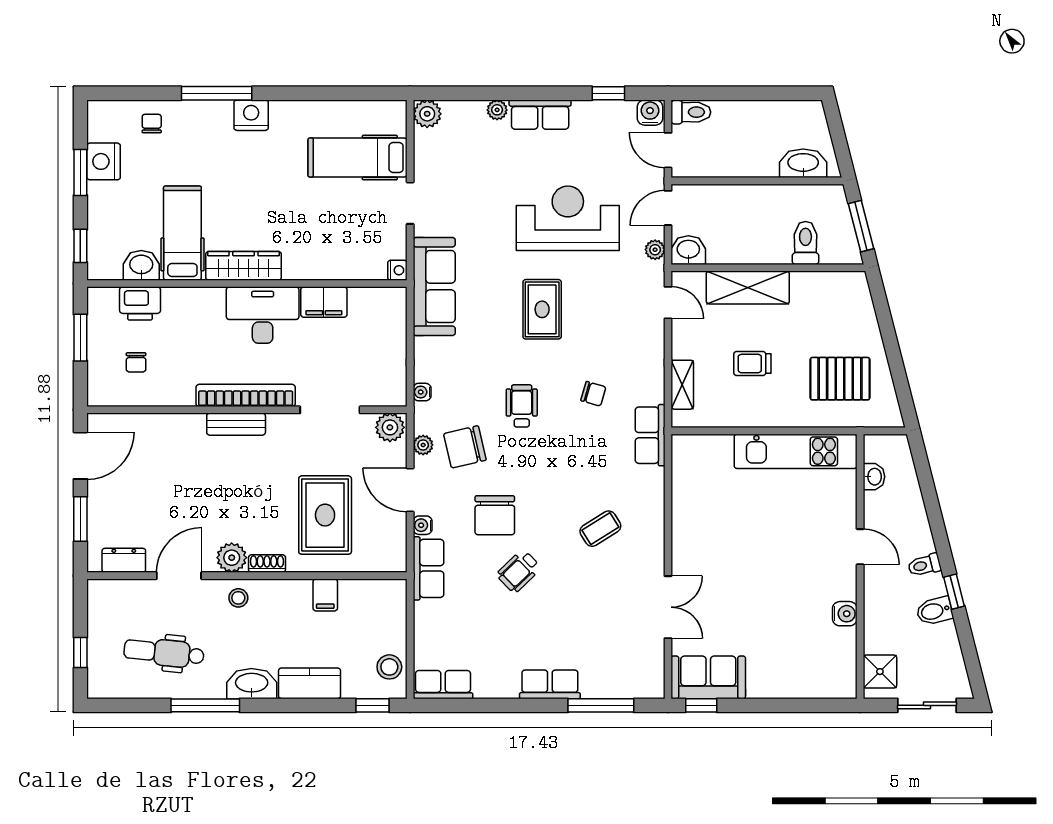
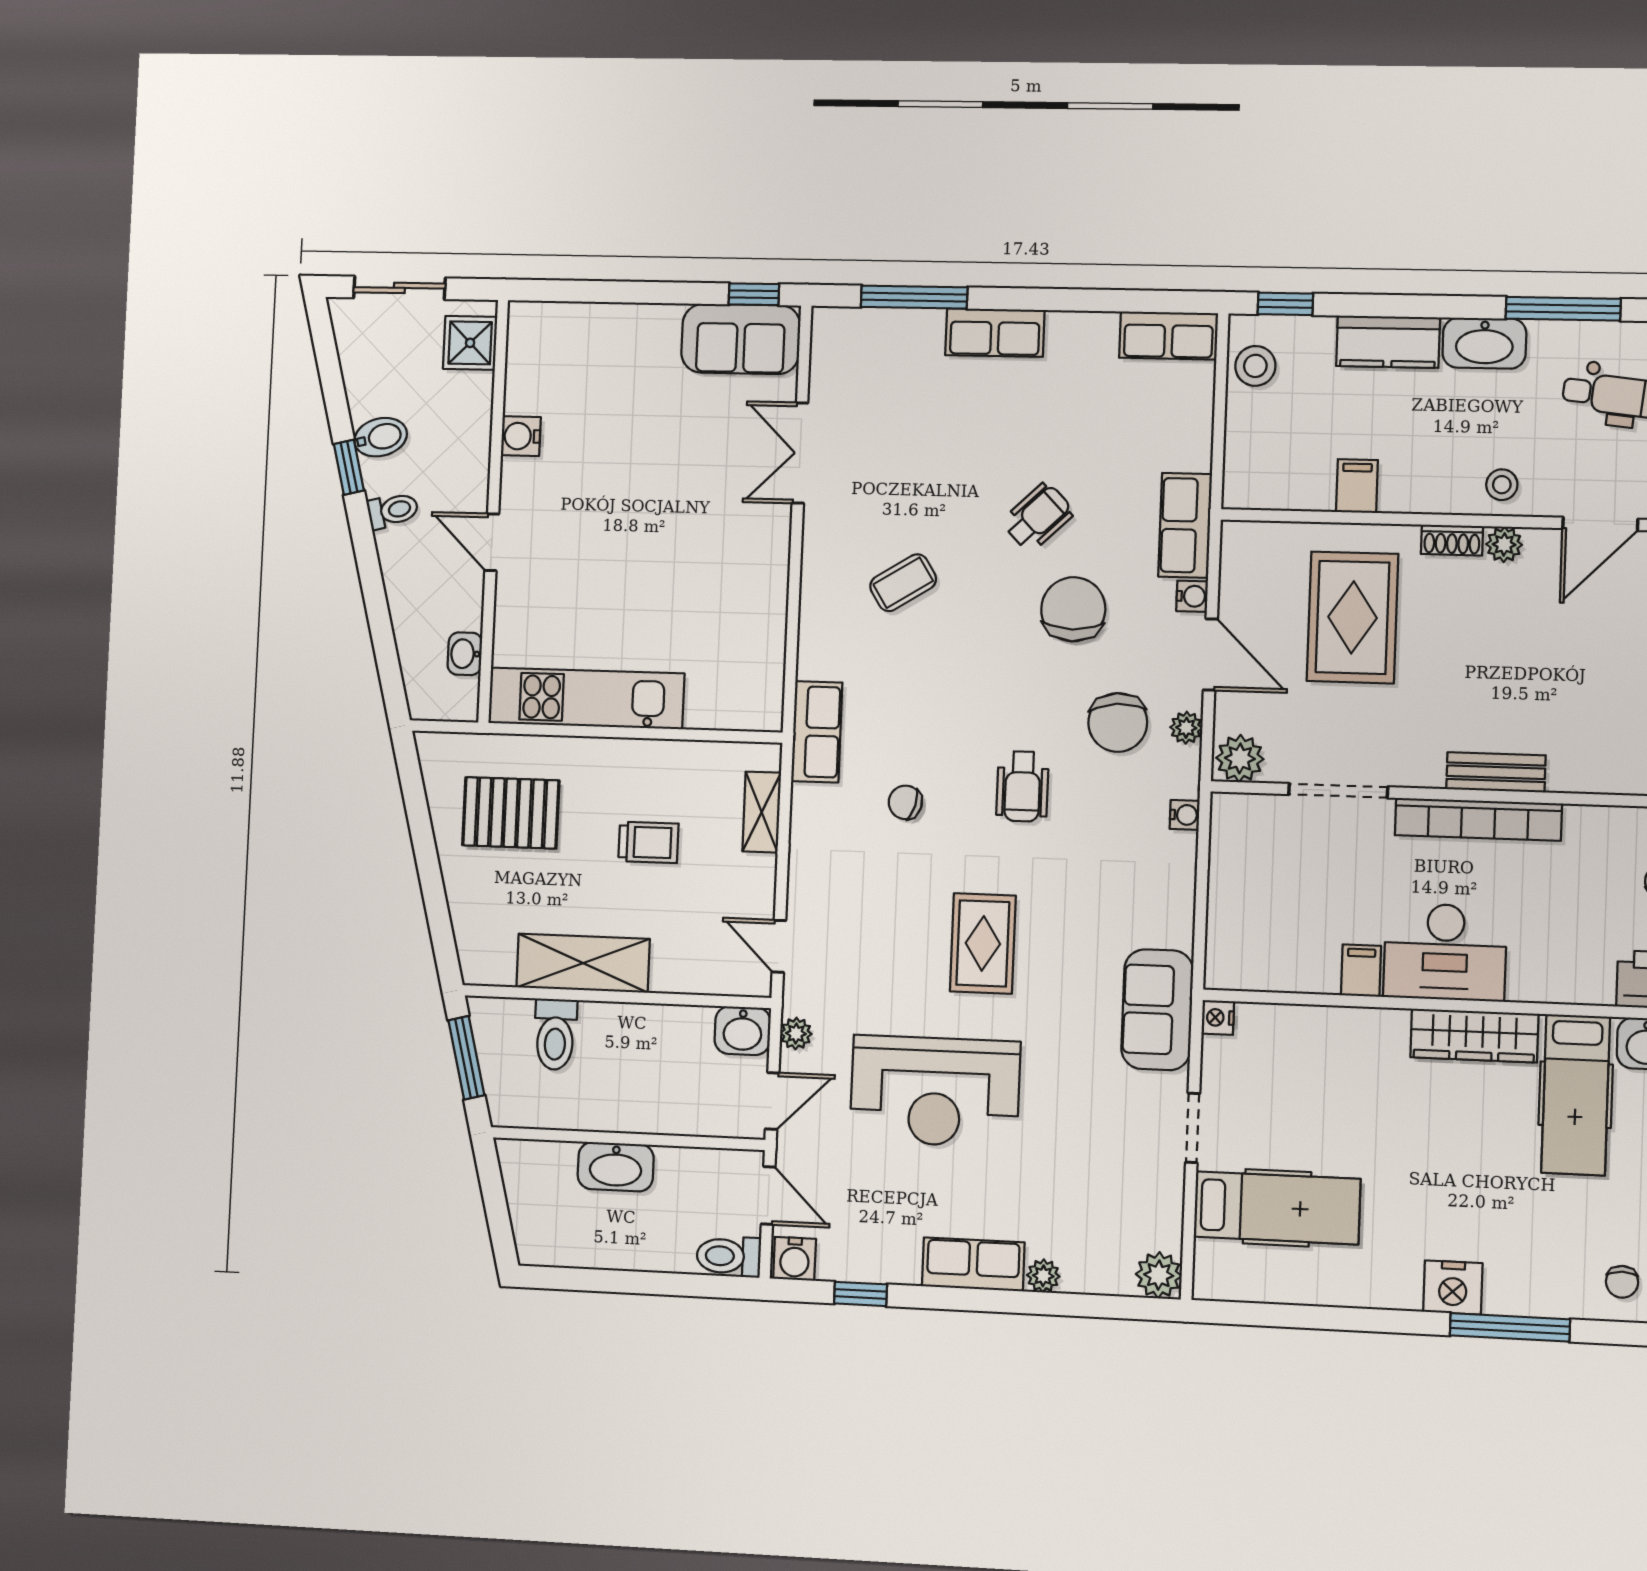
washbasin: (803, 163) -> (616, 1167), moved
sofa: (434, 286) -> (1157, 1010), width x0.73
shelving: (748, 287) -> (583, 963), moved
filing cabinet: (324, 302) -> (1361, 971), width x0.50
chair: (465, 447) -> (1118, 722), turned 99
plant: (232, 558) -> (1504, 544), width x0.73, depth x0.73

